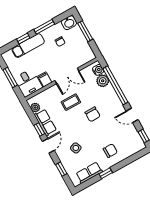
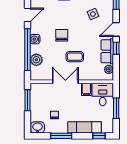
window: (85, 31) -> (28, 100), moved
window: (23, 39) -> (99, 136), moved
water cooler: (98, 70) -> (35, 39), moved
door: (132, 115) -> (28, 15), hinge flipped

